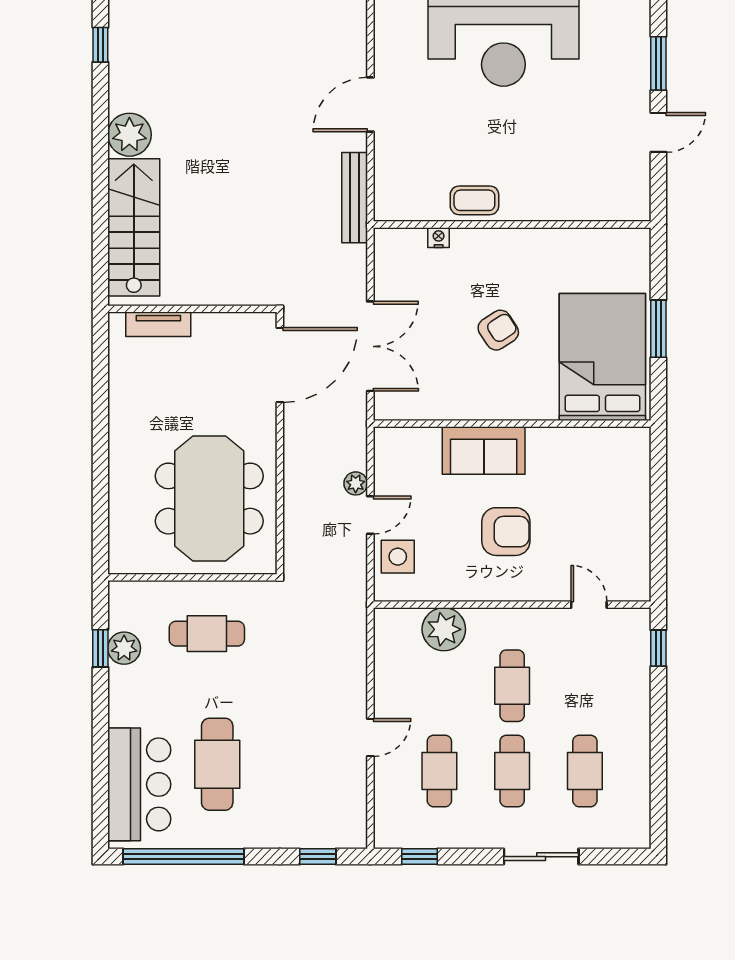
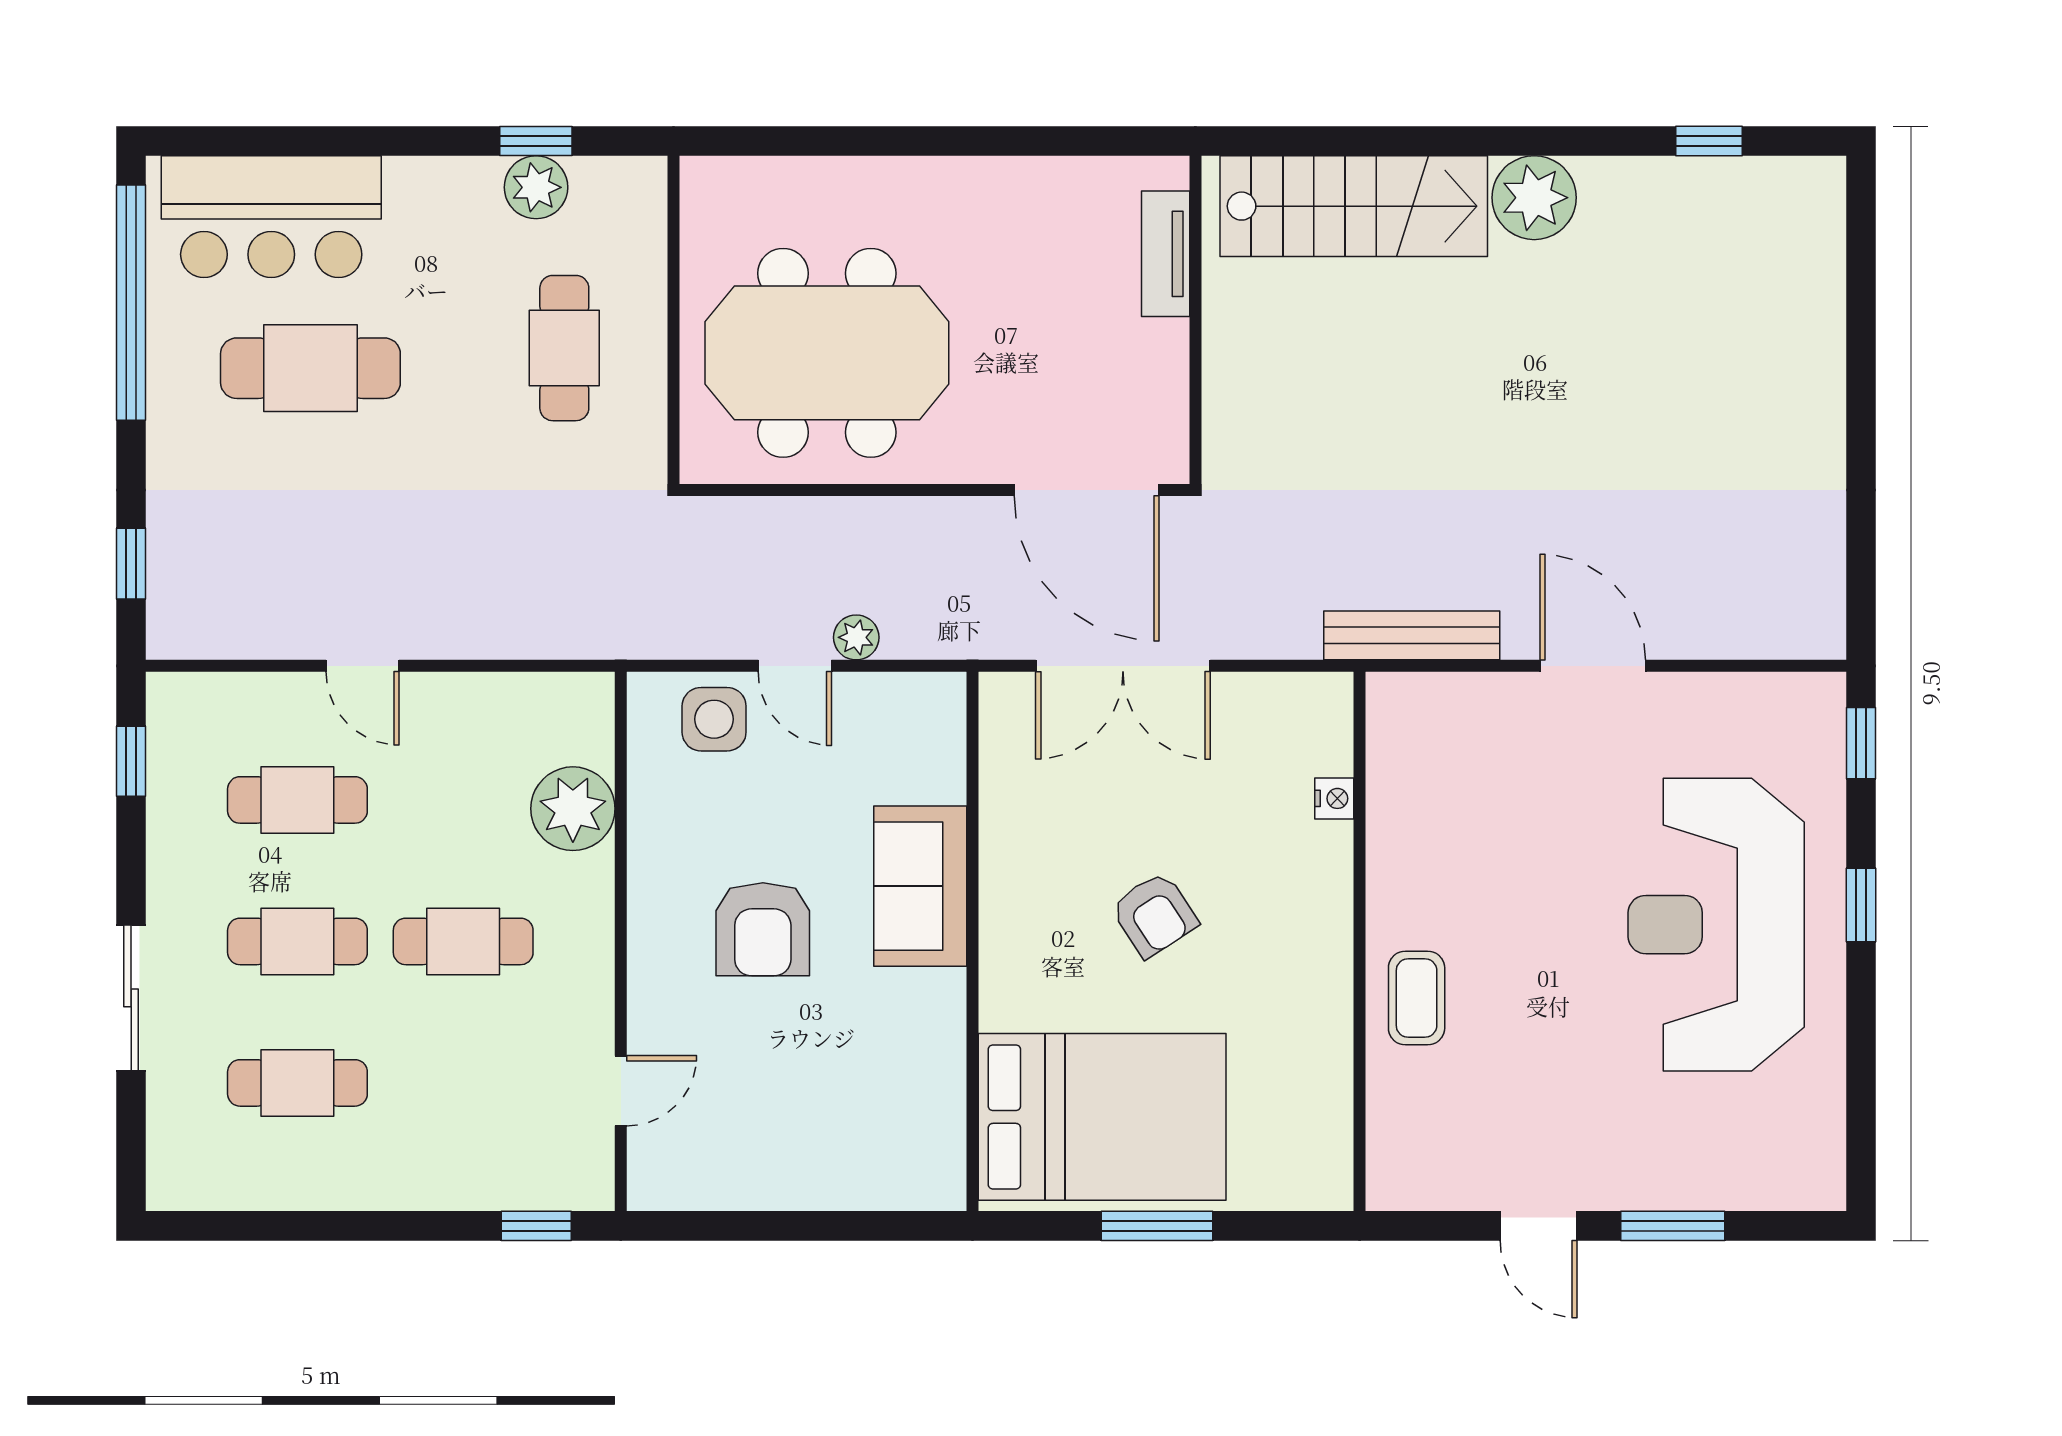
coffee table: (474, 200) -> (1417, 998), moved

